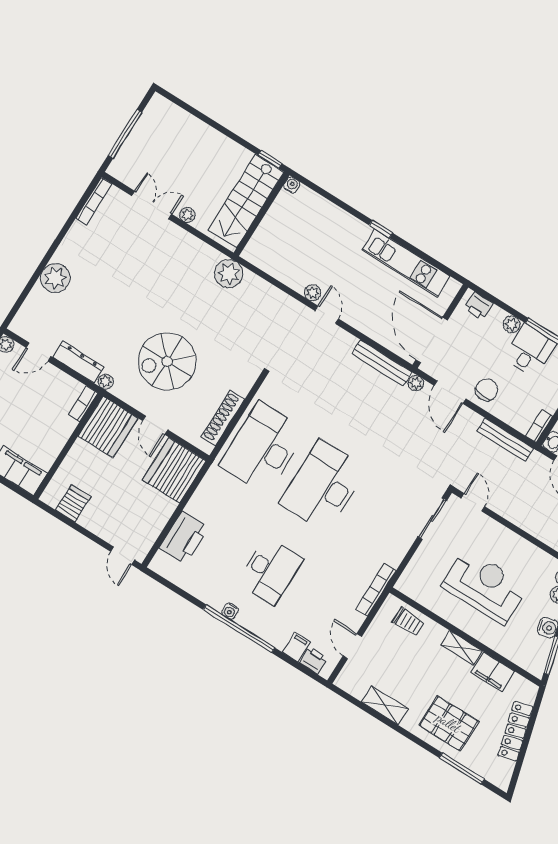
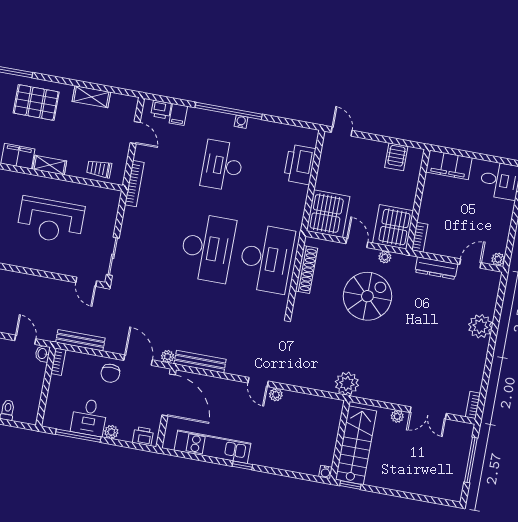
bookcase: (94, 201) -> (473, 405), width x0.64
plant: (106, 382) -> (385, 257), moved

